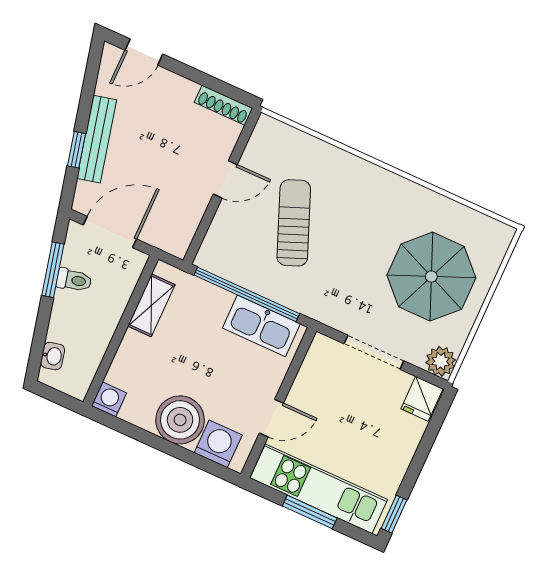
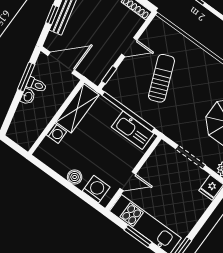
window: (199, 236) -> (109, 75), added
shelving: (151, 305) -> (77, 108), width x1.50, depth x1.33
washbasin: (53, 356) -> (28, 97), moved
washing machine: (109, 399) -> (56, 133), moved, turned 90
boiler: (180, 420) -> (75, 177), width x0.54, depth x0.54

